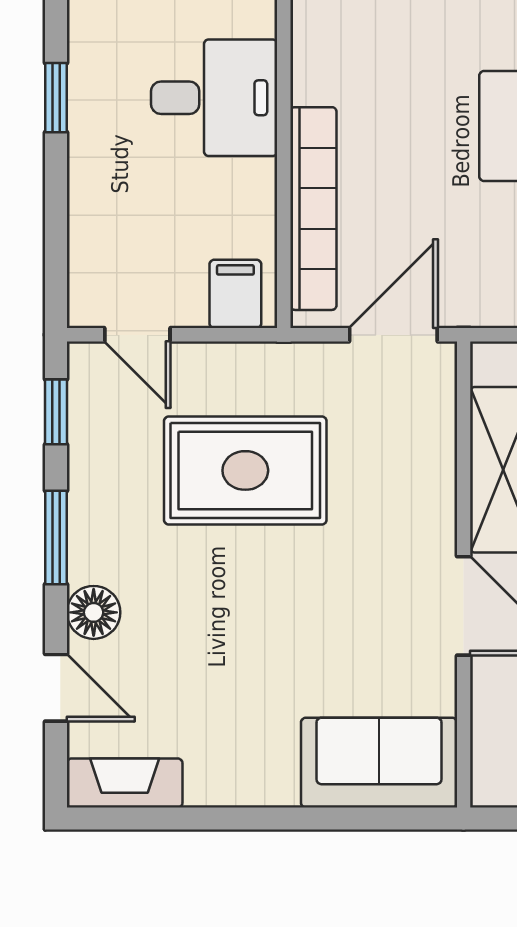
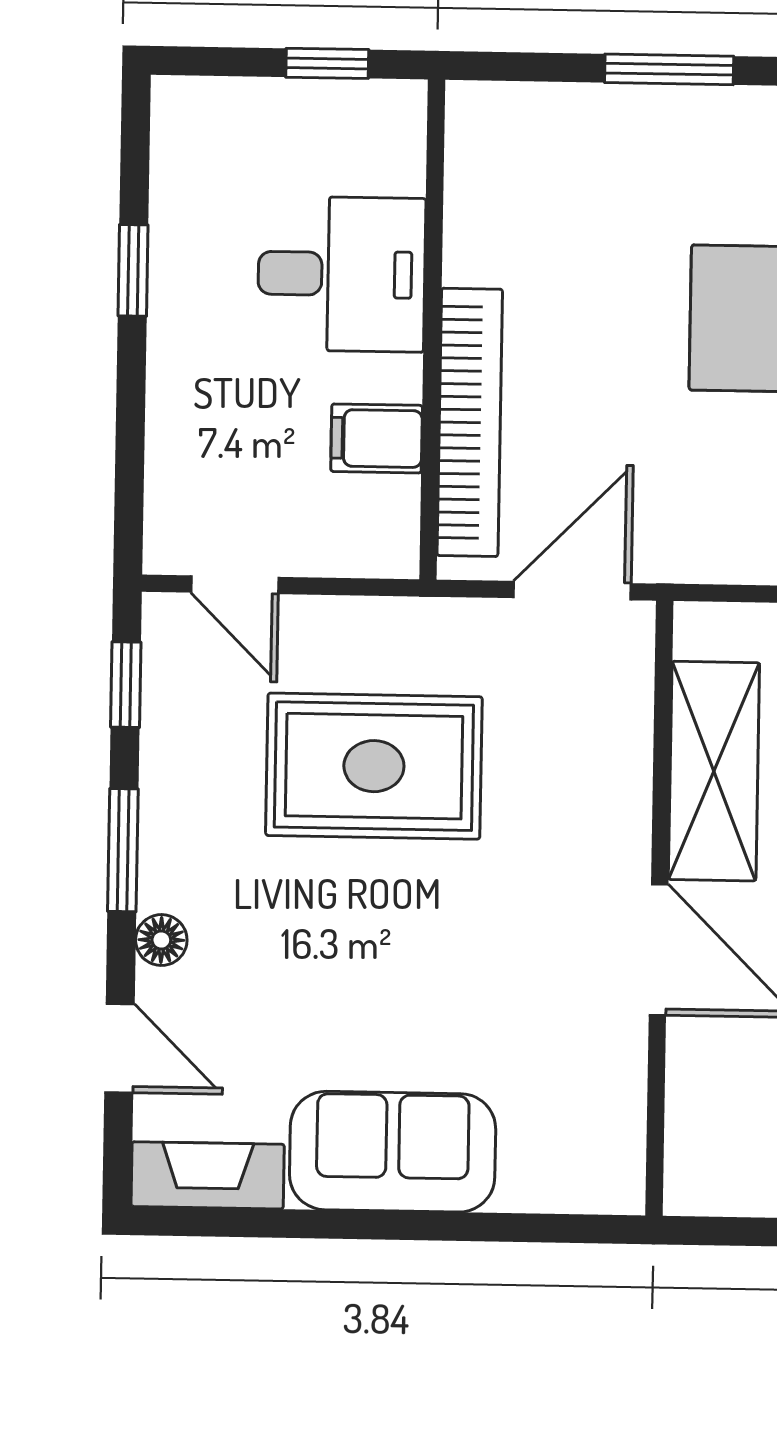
filing cabinet: (235, 294) -> (377, 438), moved, turned -90
floor lamp: (94, 612) -> (161, 940), width x0.73, depth x0.73
sofa: (379, 763) -> (393, 1152), moved

